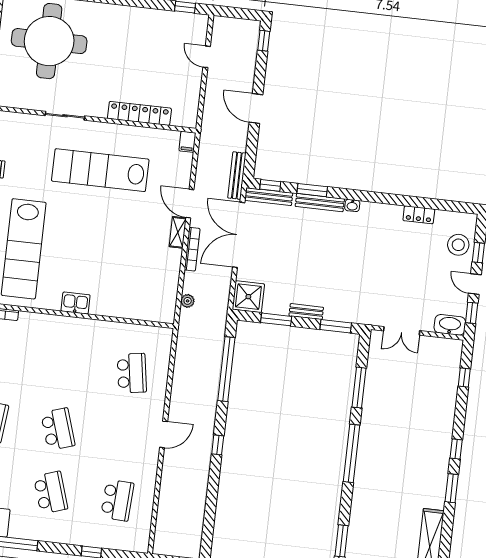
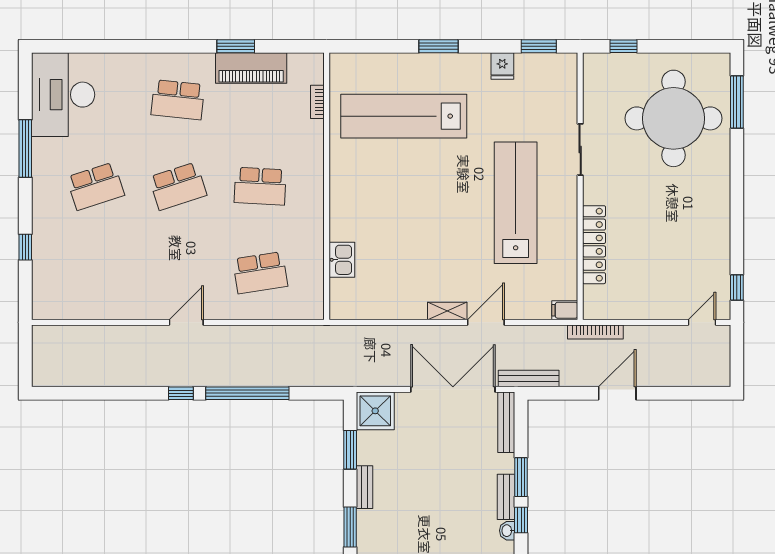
window: (264, 41) -> (705, 393), removed
door: (207, 57) -> (702, 322), moved
window: (270, 185) -> (521, 520), moved
bench: (320, 203) -> (506, 497), width x0.73
bookcase: (192, 249) -> (595, 332), moved
plant: (188, 301) -> (361, 334), removed
kitchen sink: (76, 303) -> (342, 260), moved
window: (226, 369) -> (247, 393), moved
door: (164, 434) -> (186, 322), swing flipped
school desk: (117, 500) -> (260, 186), moved

